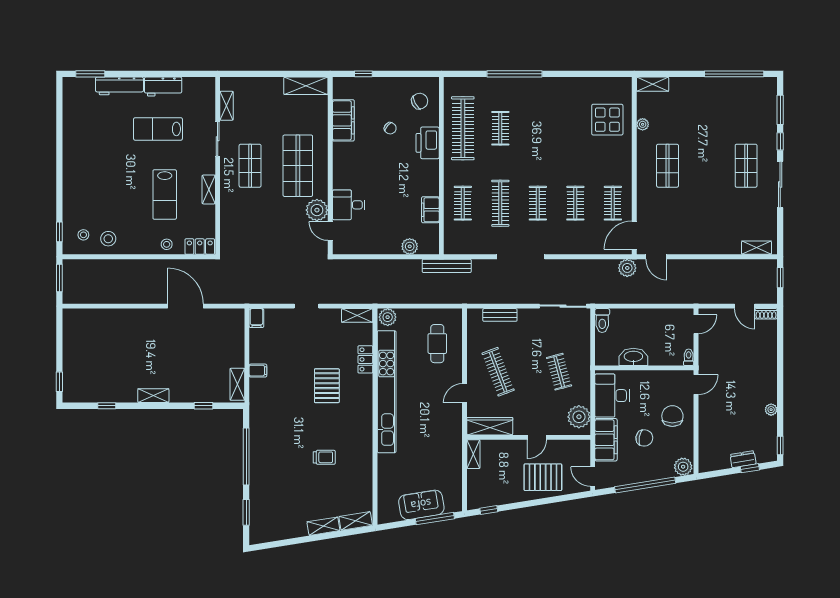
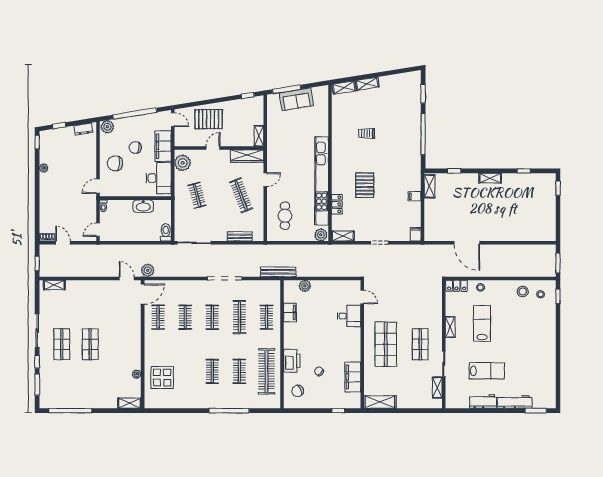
clothes rail: (538, 128) -> (212, 371), added
shop shelf: (668, 166) -> (90, 344), moved
plant: (317, 210) -> (372, 312), removed
chair: (672, 416) -> (115, 163), turned 97
dresser: (743, 459) -> (83, 129), moved

